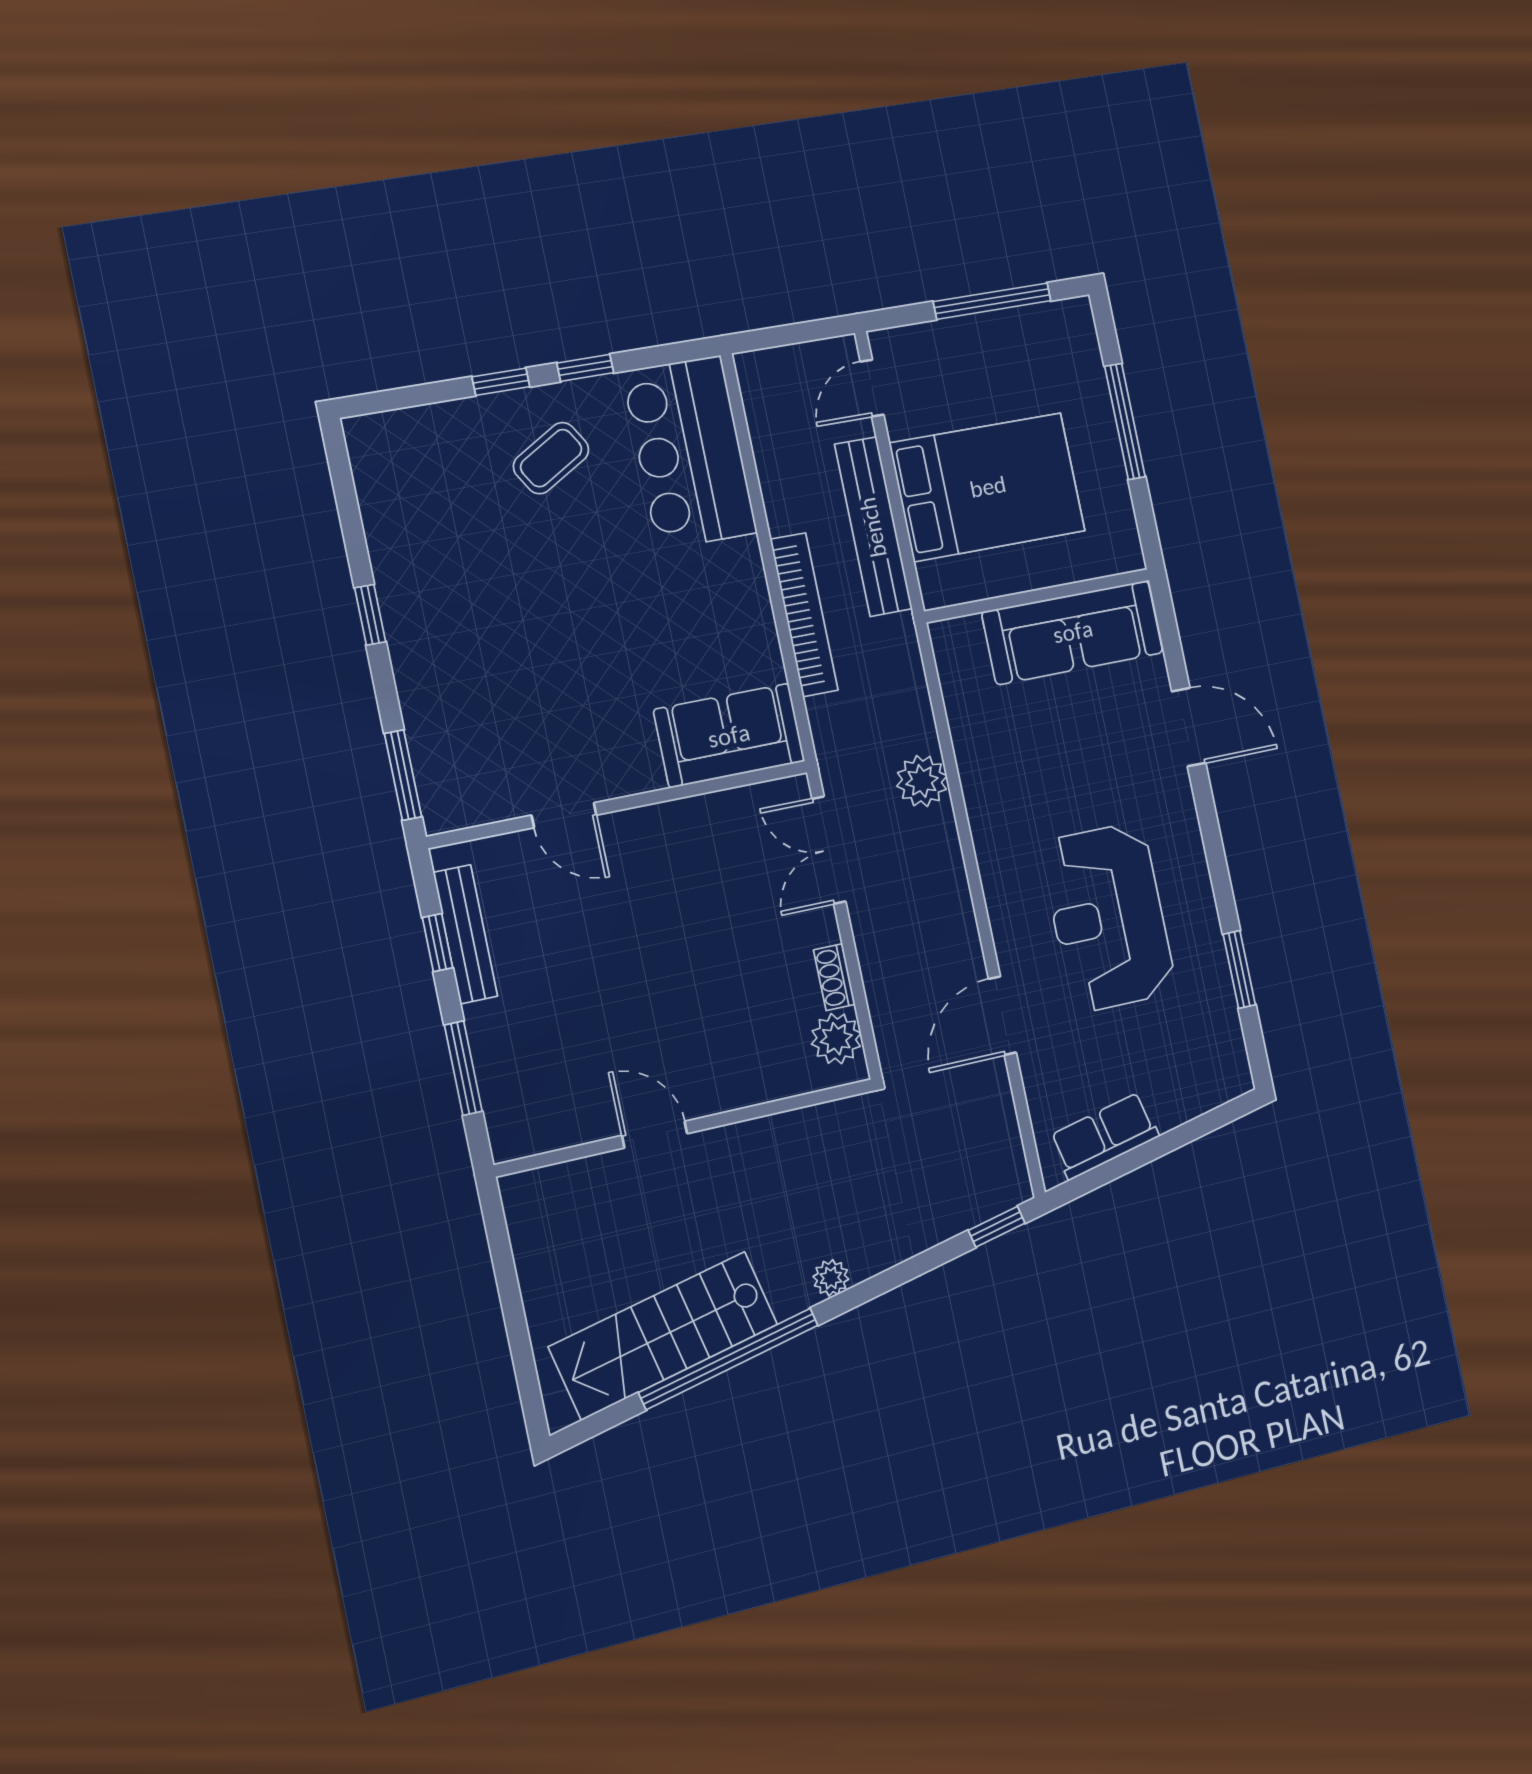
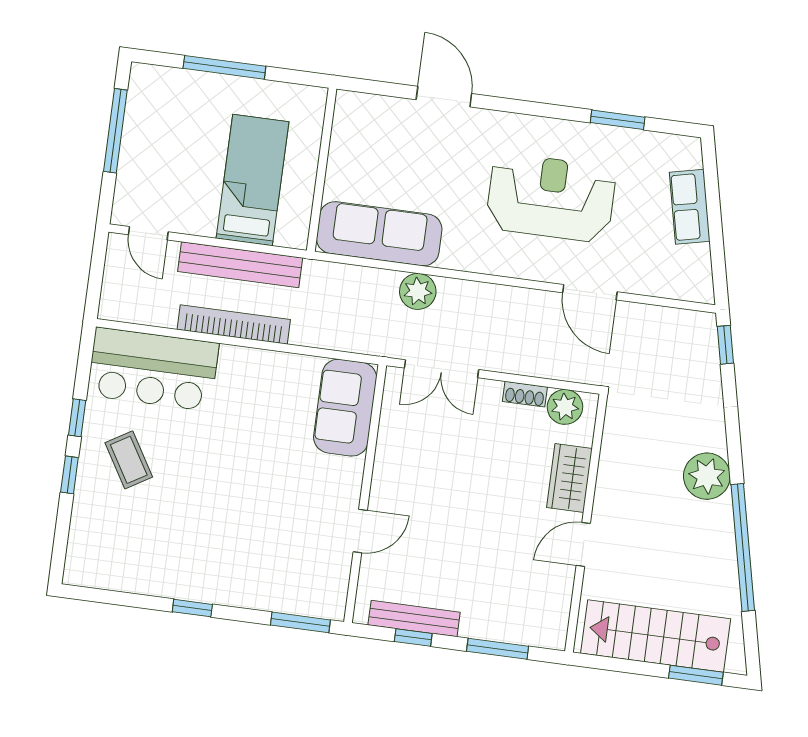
bed: (988, 487) -> (252, 180), width x0.67
bookcase: (804, 615) -> (234, 325), moved
sofa: (1073, 632) -> (379, 234), moved, turned -90
door: (1189, 727) -> (444, 97), hinge flipped
reception desk: (1108, 917) -> (551, 198), turned 180
wardrobe: (741, 1081) -> (569, 478), added
row of seats: (1104, 1136) -> (690, 207), moved
plant: (831, 1278) -> (707, 476), width x1.88, depth x1.88
stairs: (664, 1335) -> (656, 636), moved, turned 103
window: (524, 1364) -> (696, 675), added

